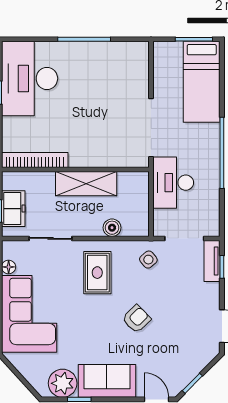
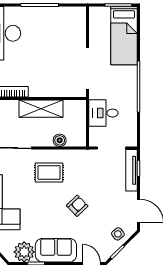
desk: (173, 183) -> (103, 113), width x0.73
side table: (148, 260) -> (118, 234), moved
tv unit: (212, 261) -> (131, 170), width x1.41
rug: (97, 273) -> (49, 173), turned 90

